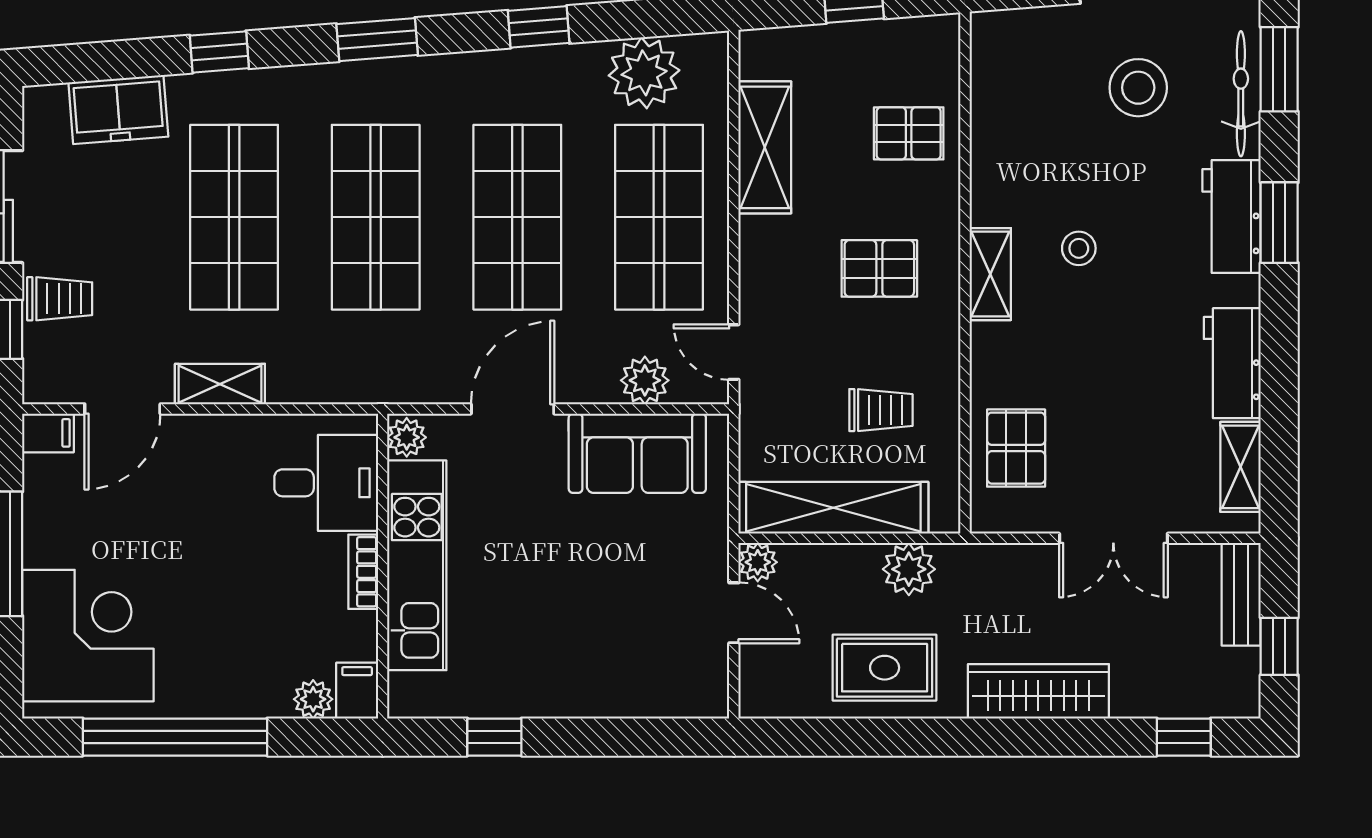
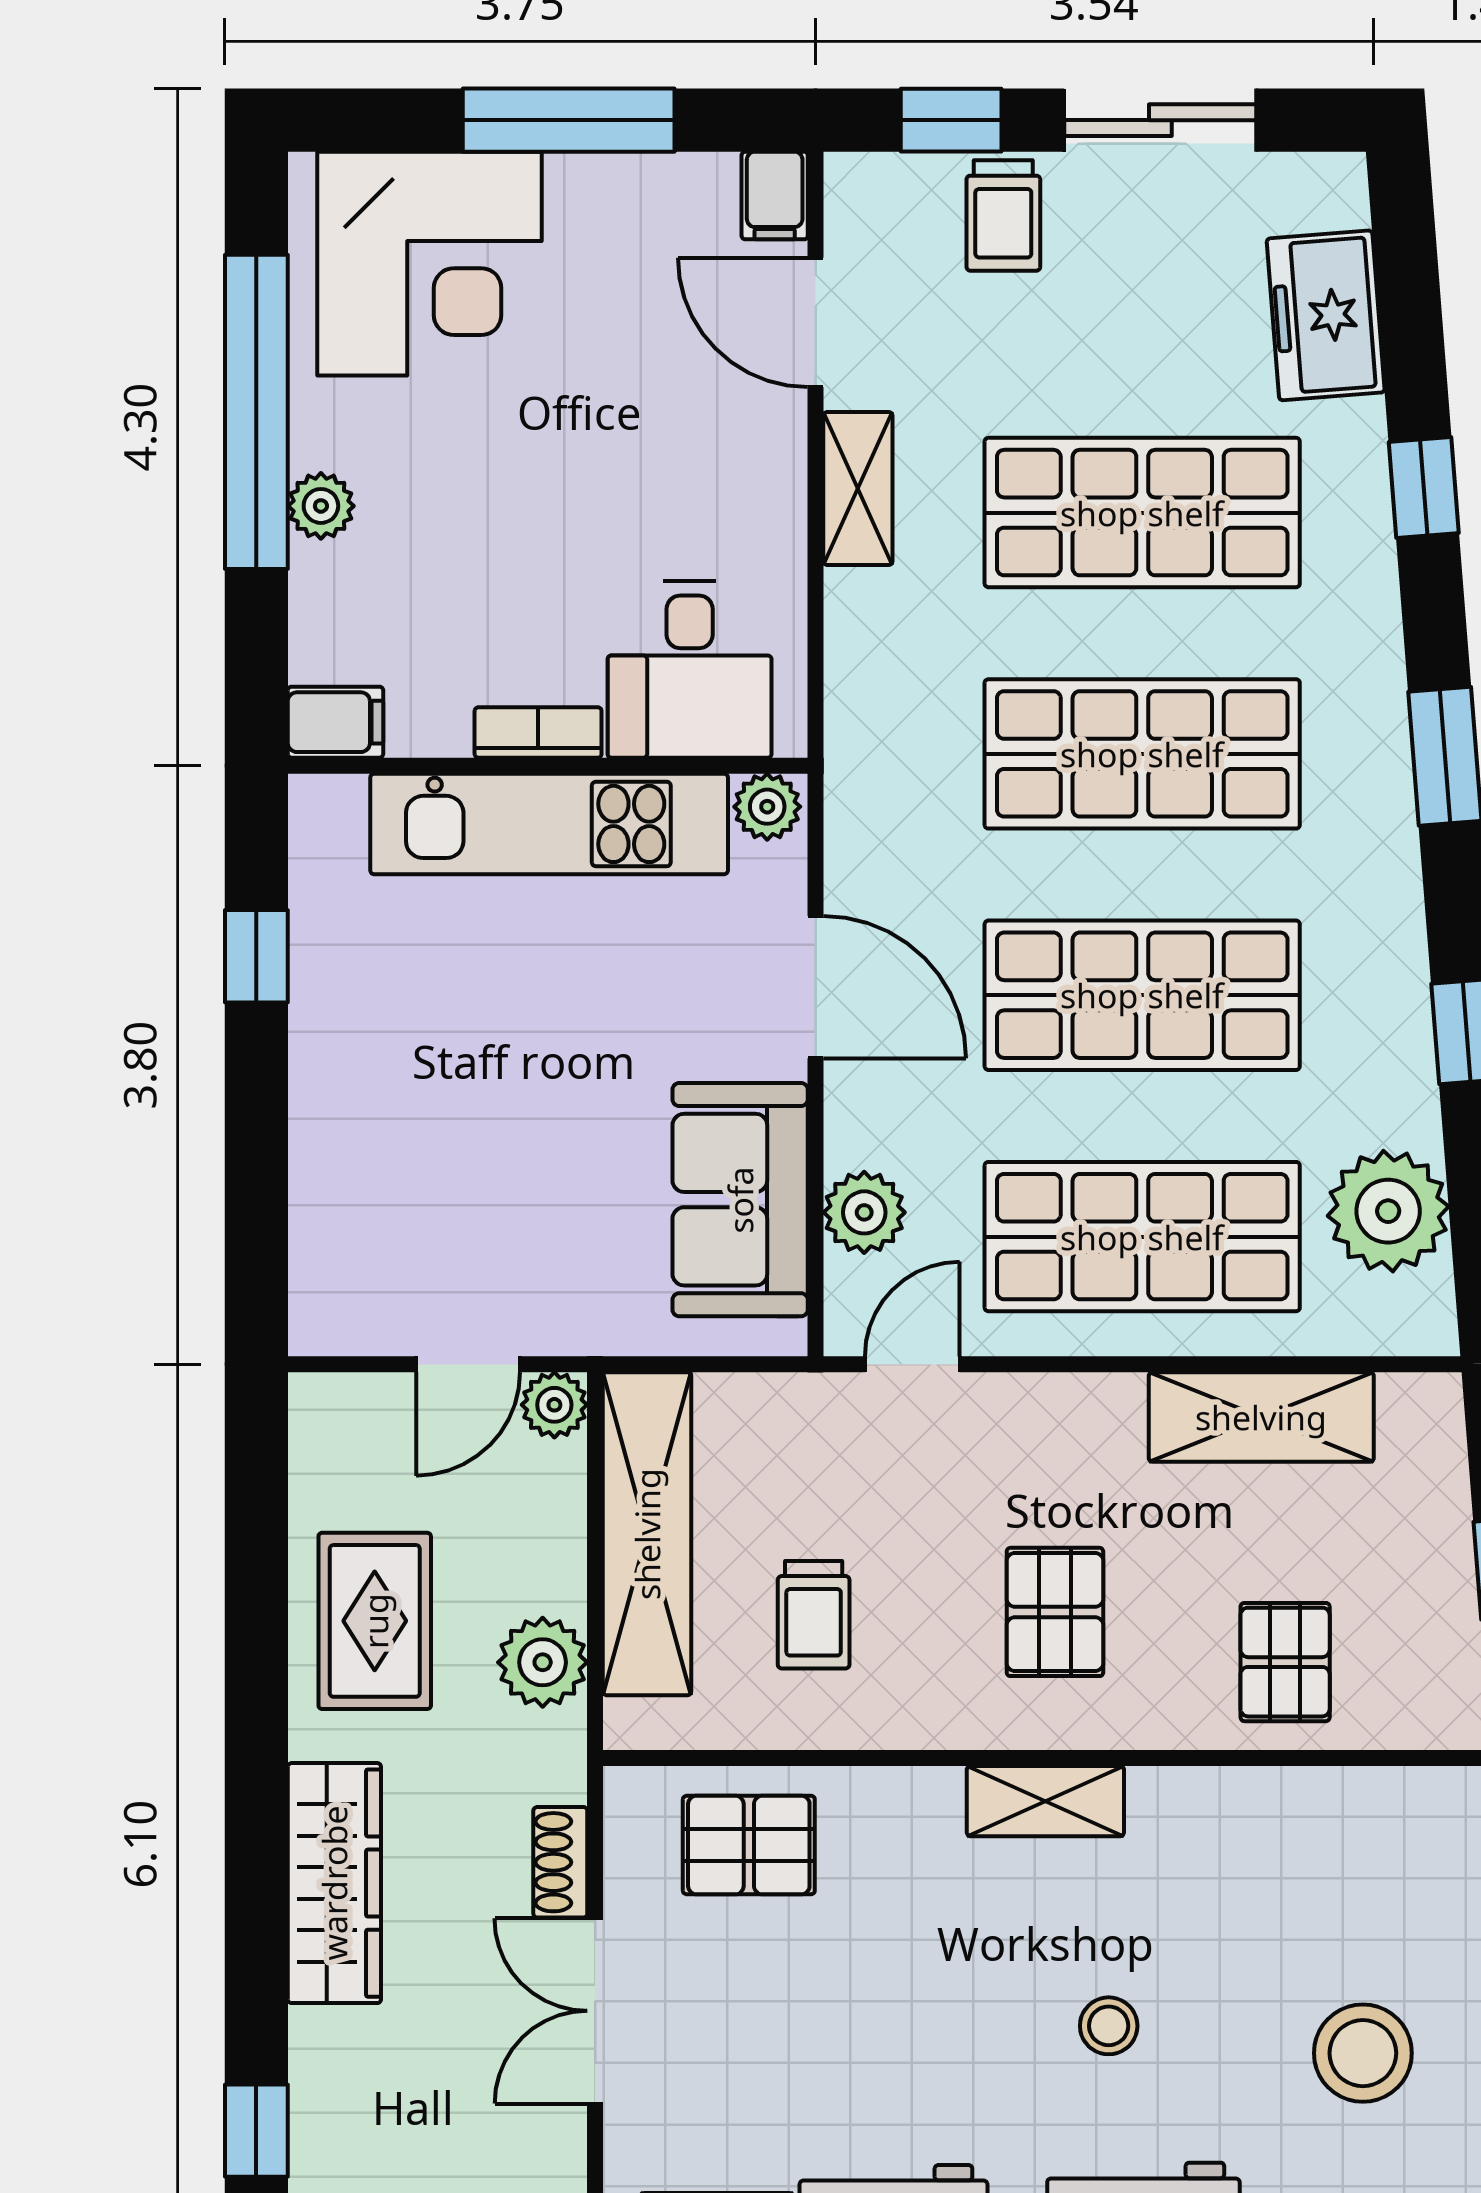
stool: (1079, 248) -> (1109, 2026), moved
shoe rack: (1026, 559) -> (560, 1862), added
plant: (313, 699) -> (321, 506), moved

